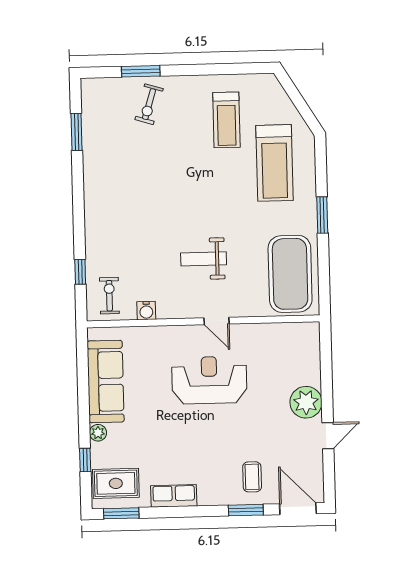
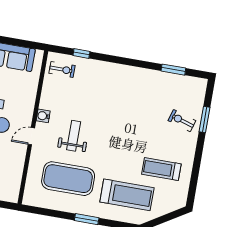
treadmill: (275, 163) -> (127, 195), turned 180
exercise mat: (290, 274) -> (68, 179), moved
water cooler: (146, 311) -> (43, 116), moved

